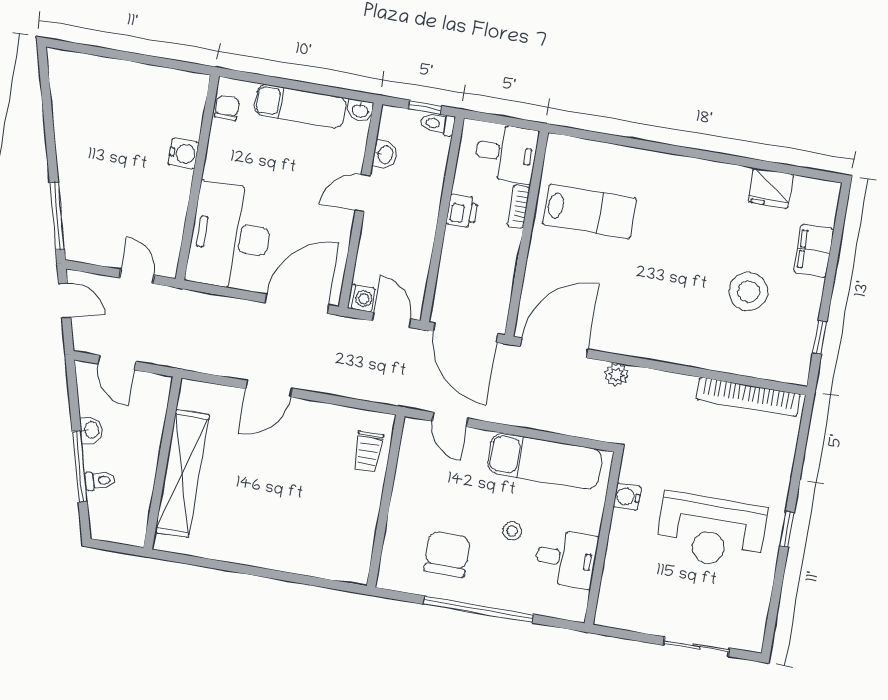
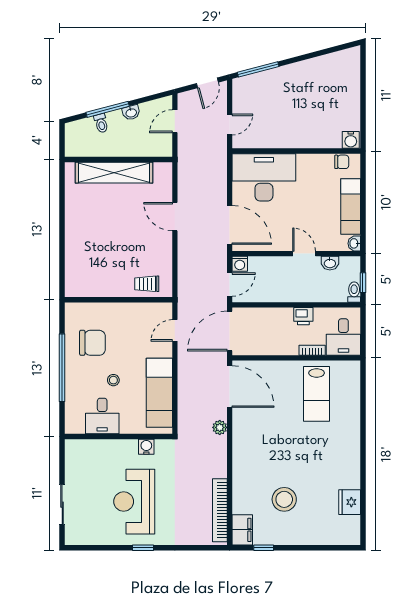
water cooler: (183, 154) -> (351, 140), moved
filing cabinet: (814, 251) -> (242, 530), moved, turned 90

